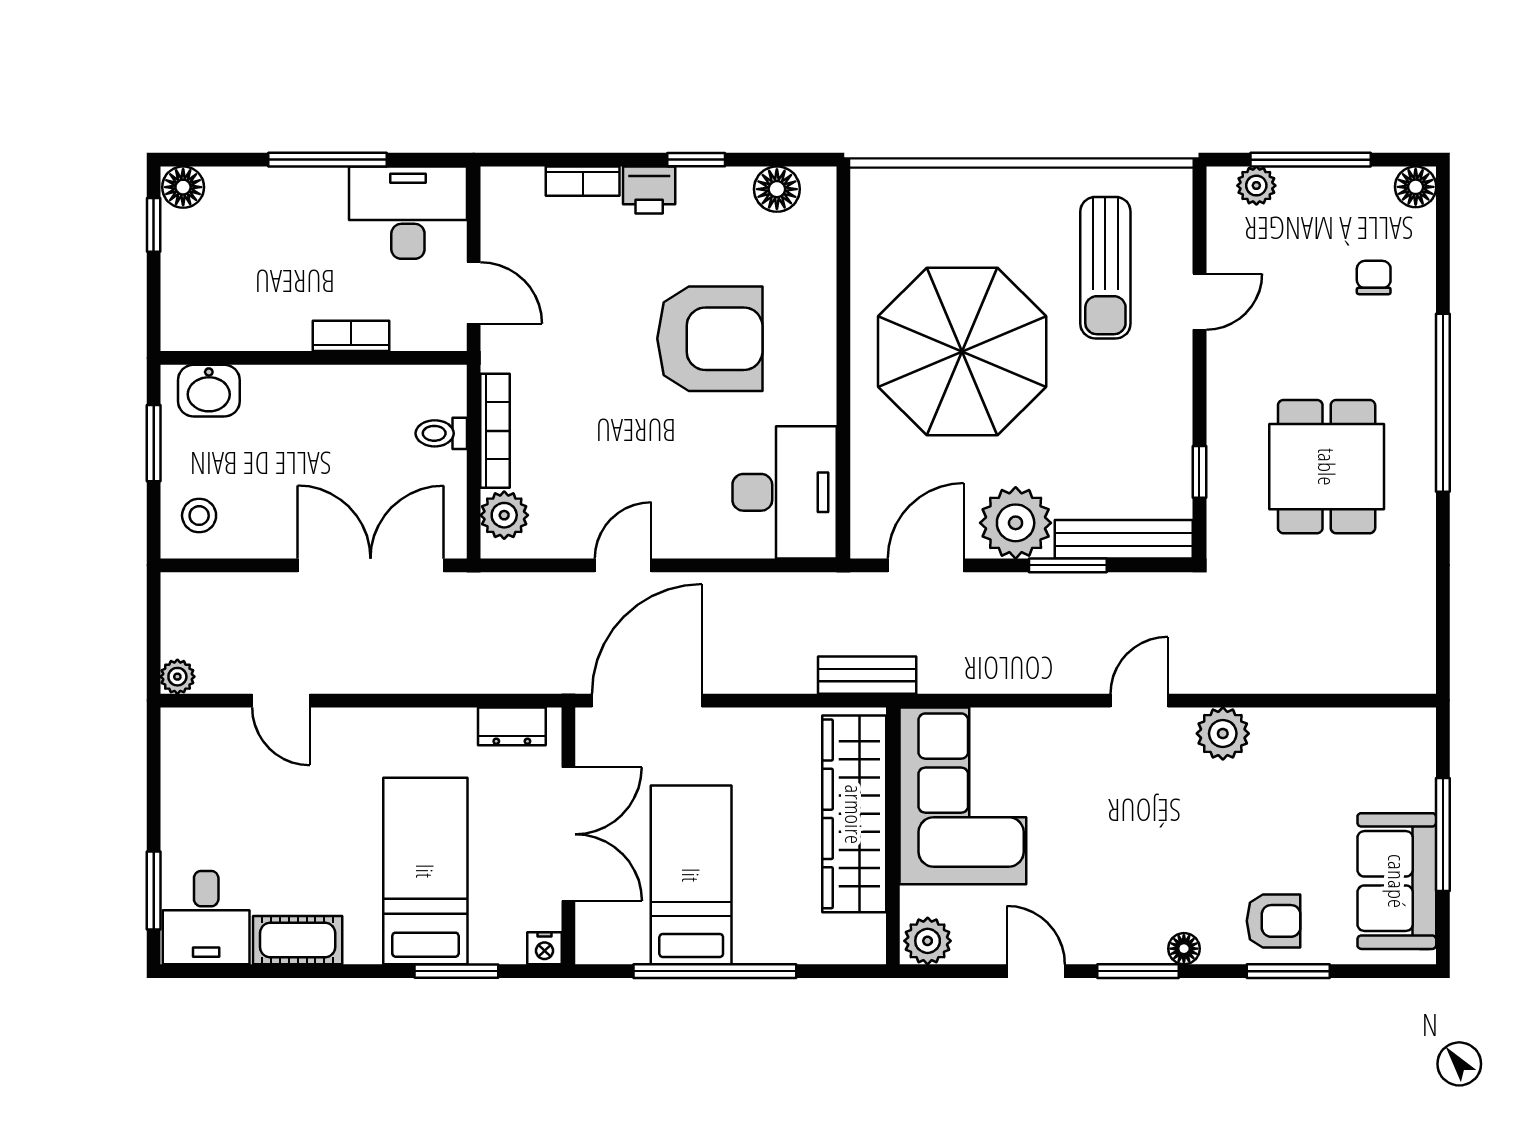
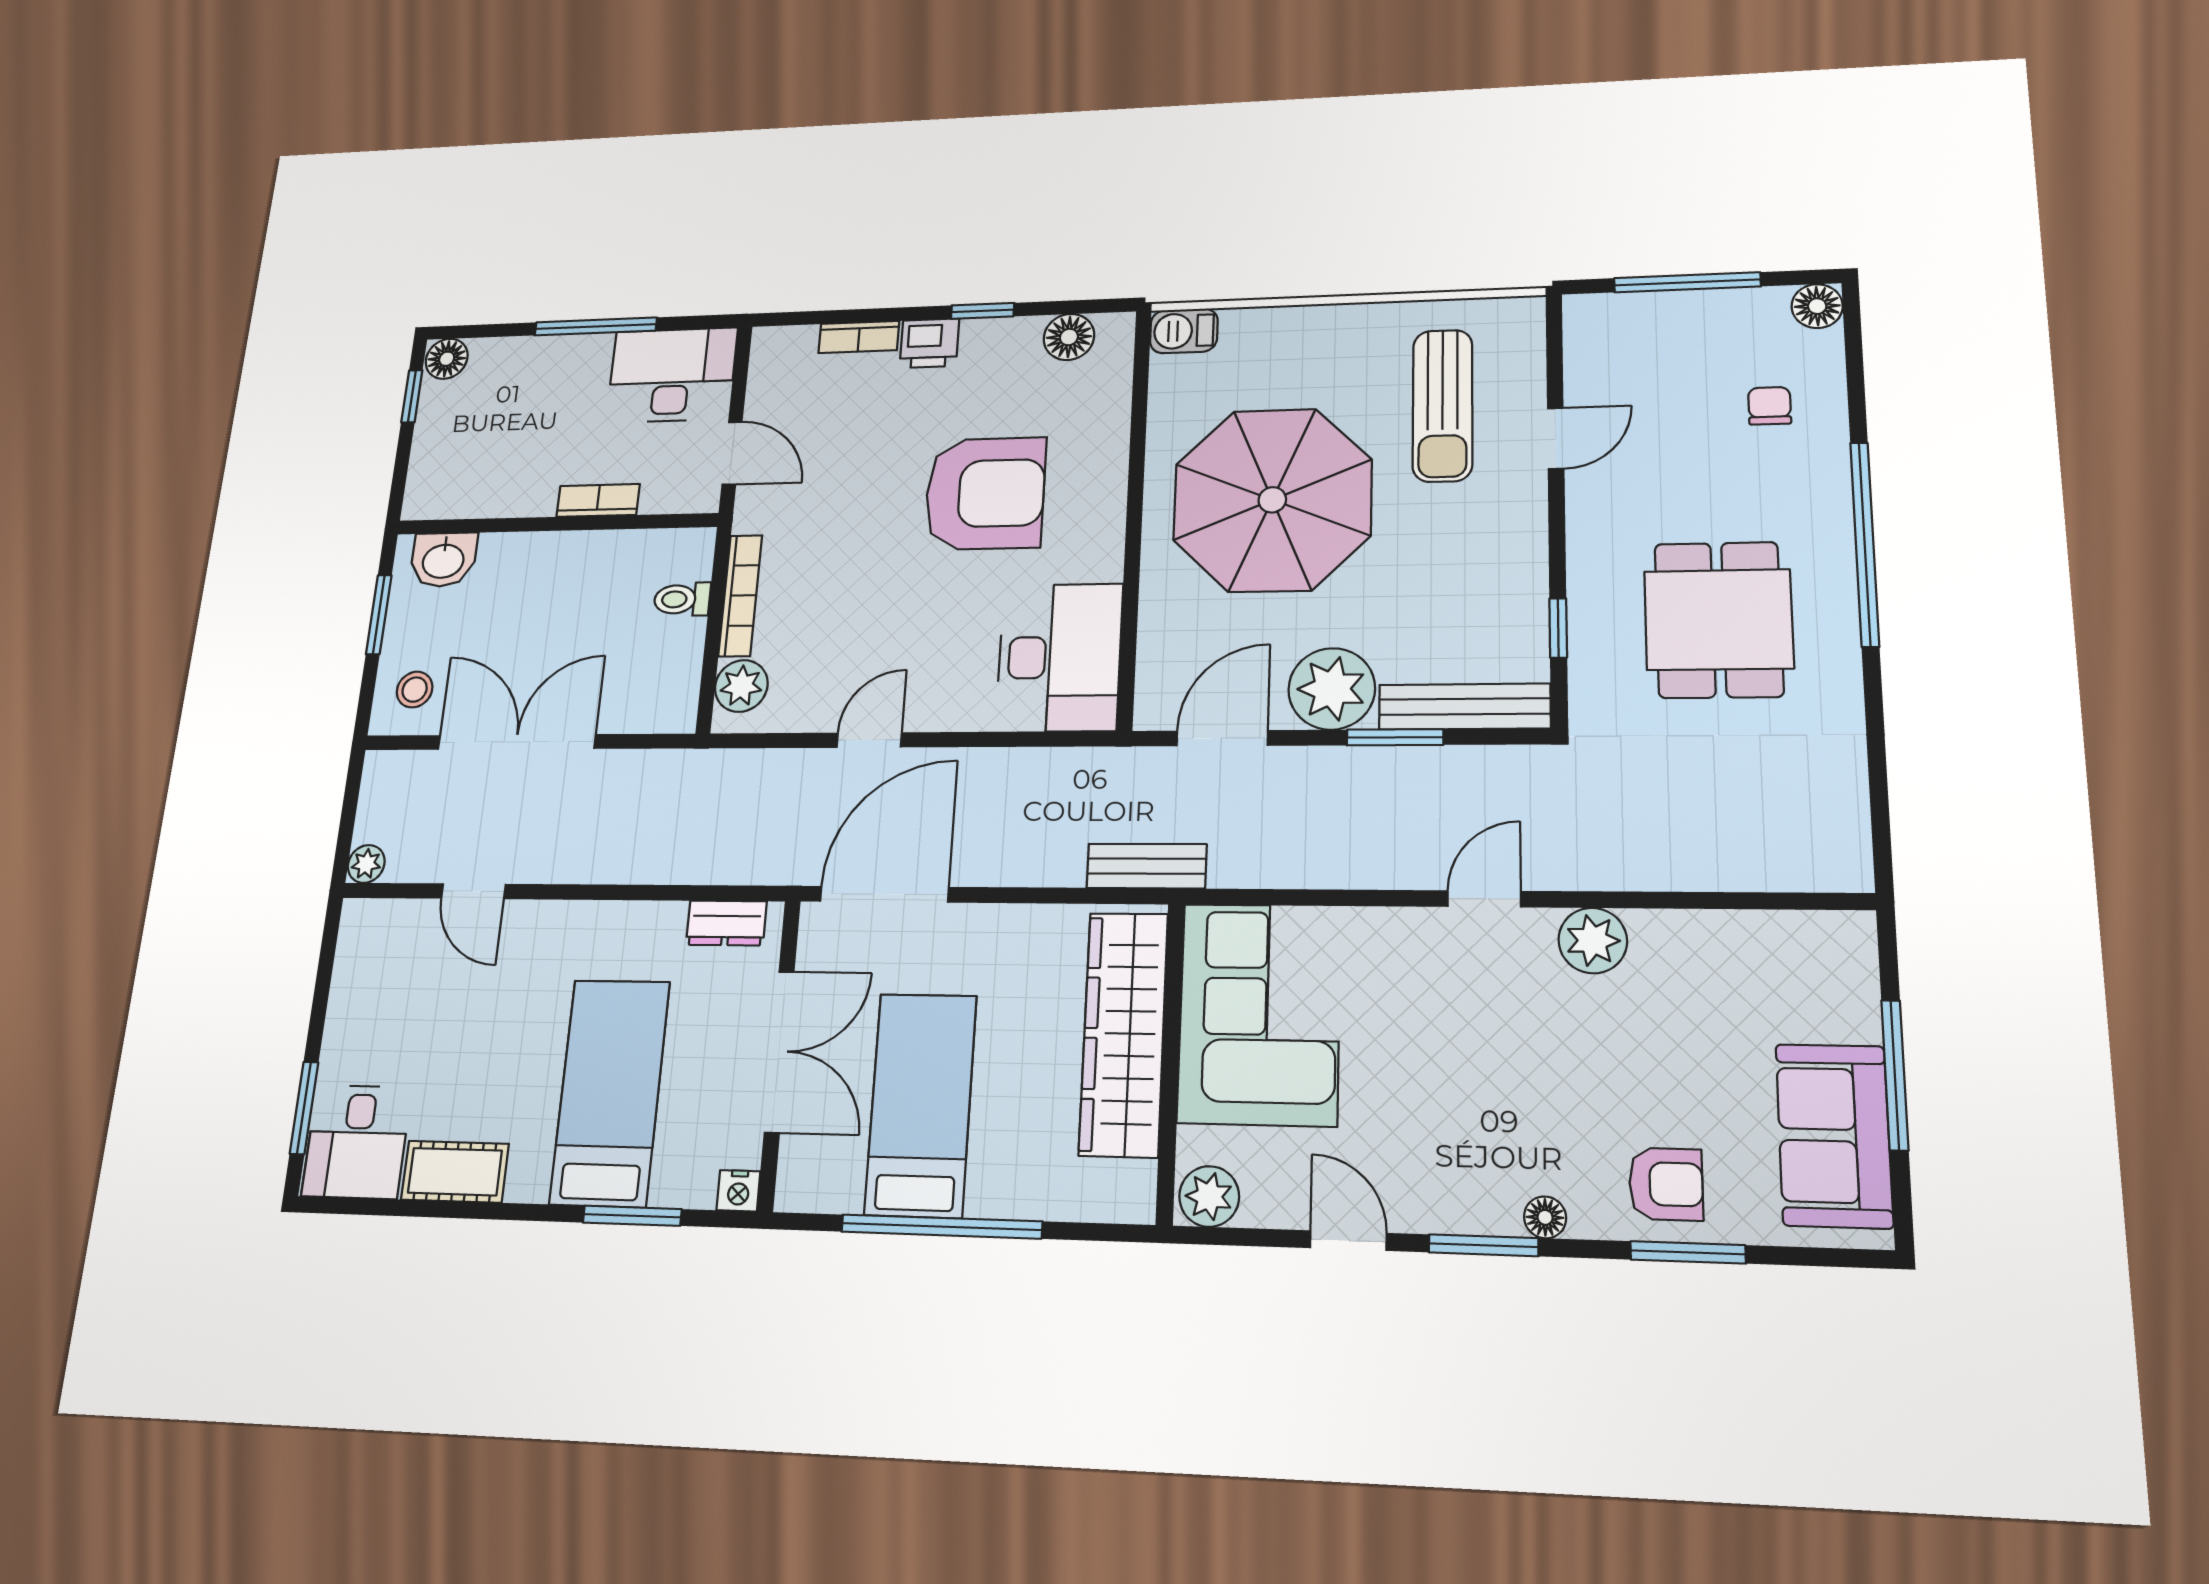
plant: (1256, 186) -> (1622, 312), removed
barbecue: (880, 187) -> (1184, 331), added
double door: (371, 565) -> (516, 742), moved

